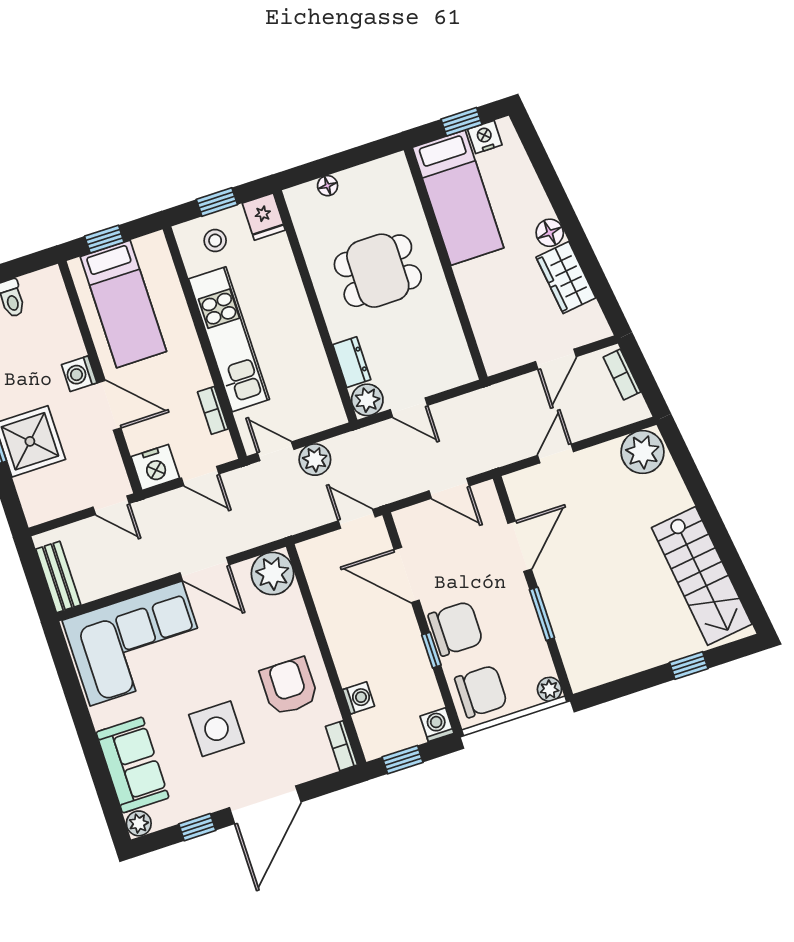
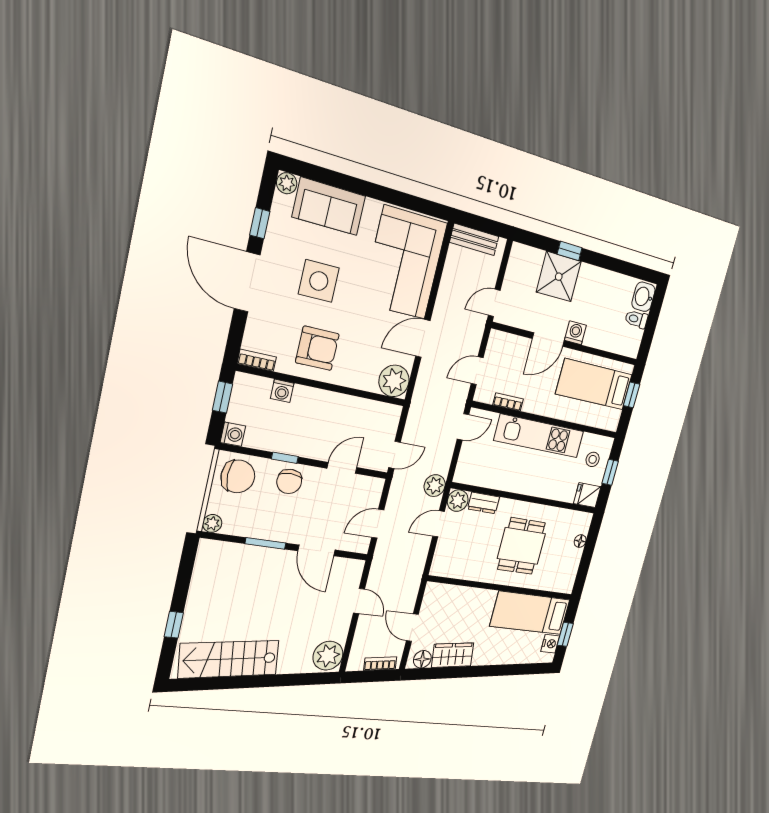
floor lamp: (550, 233) -> (422, 659), moved
plant: (315, 460) -> (435, 486), moved
nightstand: (155, 467) -> (499, 345), removed
door: (407, 575) -> (342, 468), width x0.73
chair: (456, 629) -> (289, 481), width x0.73, depth x0.73
chair: (481, 691) -> (238, 476), turned -90

